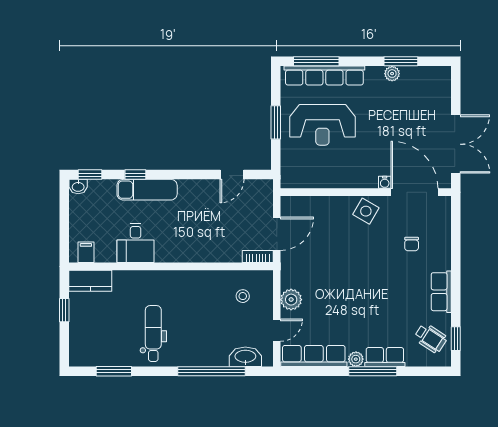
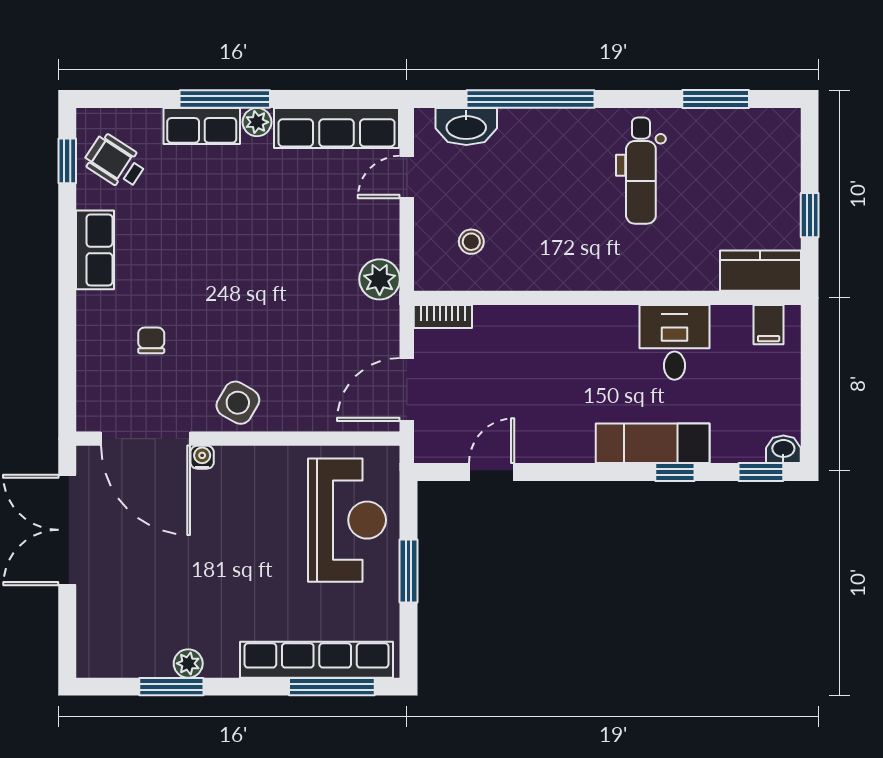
reception desk: (322, 125) -> (347, 520), moved, turned 90
door: (277, 234) -> (407, 390), moved
plant: (291, 300) -> (380, 279), moved

